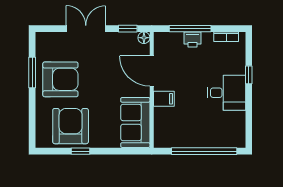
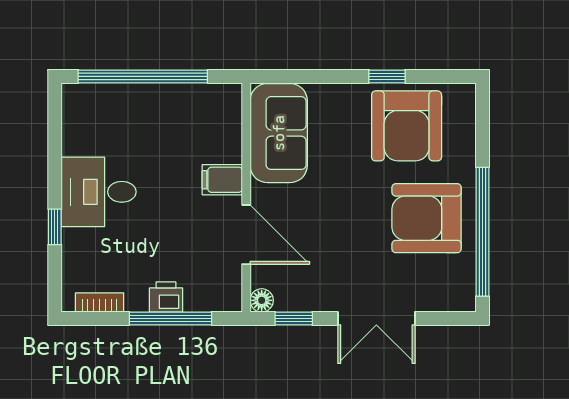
window: (32, 72) -> (482, 232), width x2.11

